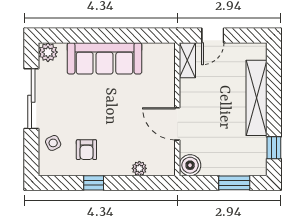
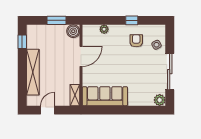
door: (213, 36) -> (47, 110), moved
sofa: (104, 58) -> (105, 96), moved
door: (177, 124) -> (81, 56), hinge flipped
window: (234, 183) -> (56, 20), moved

